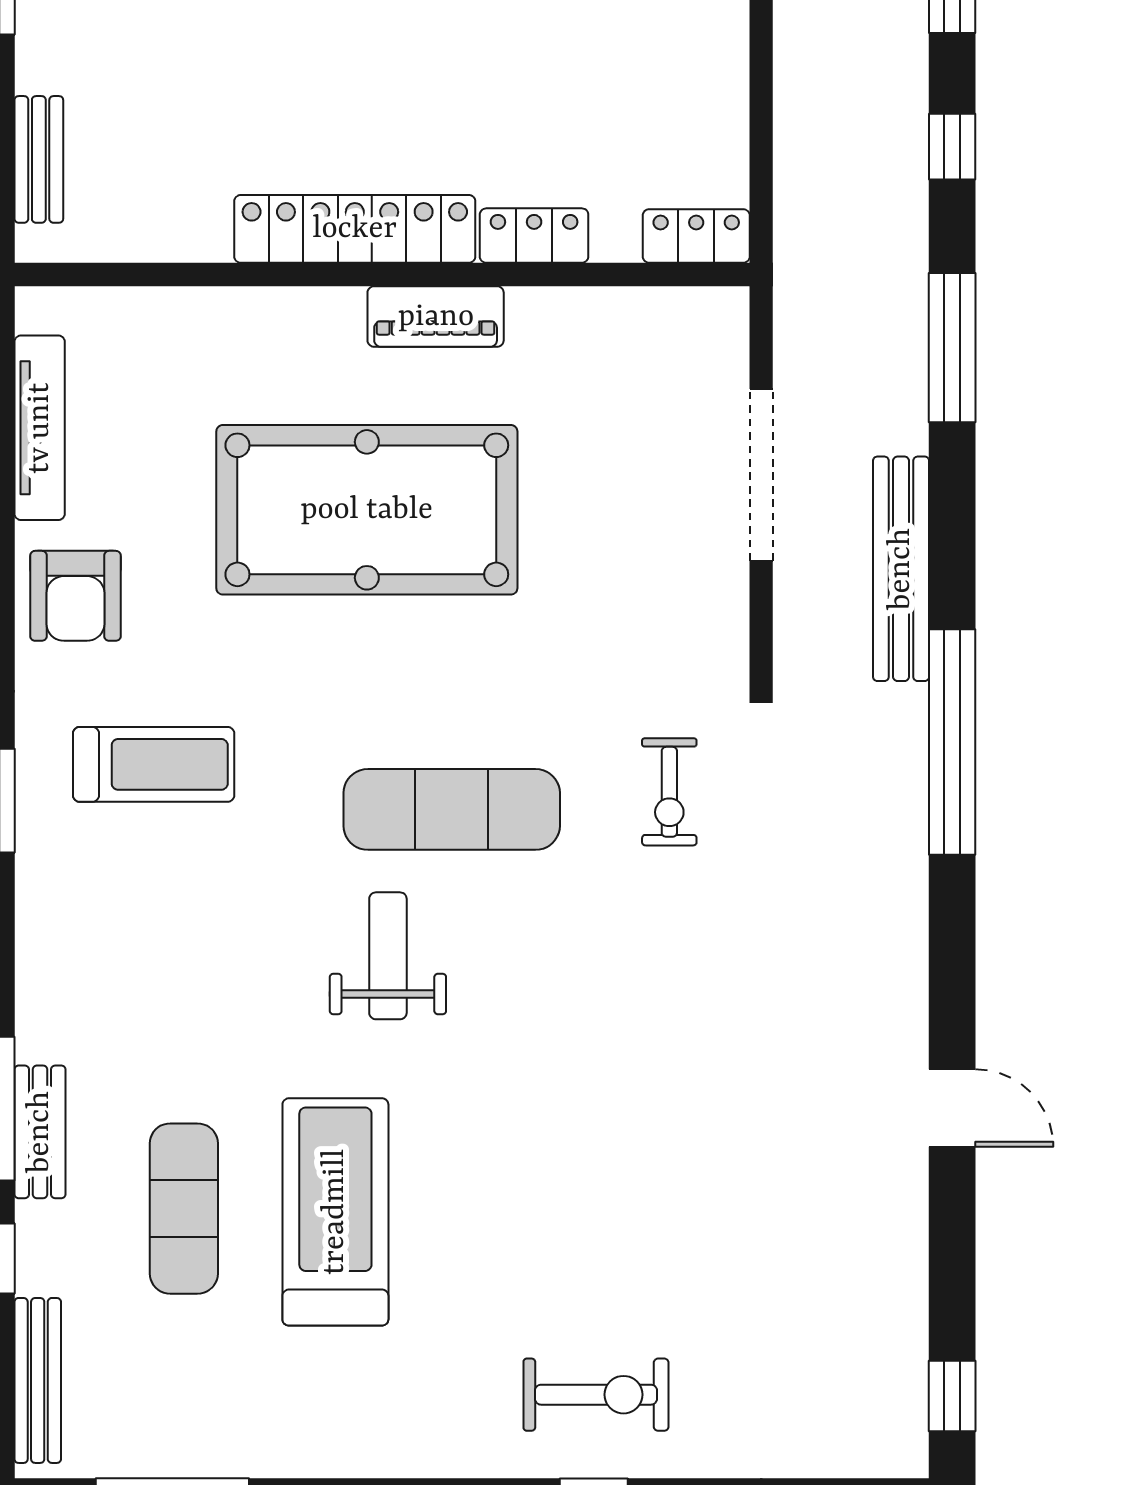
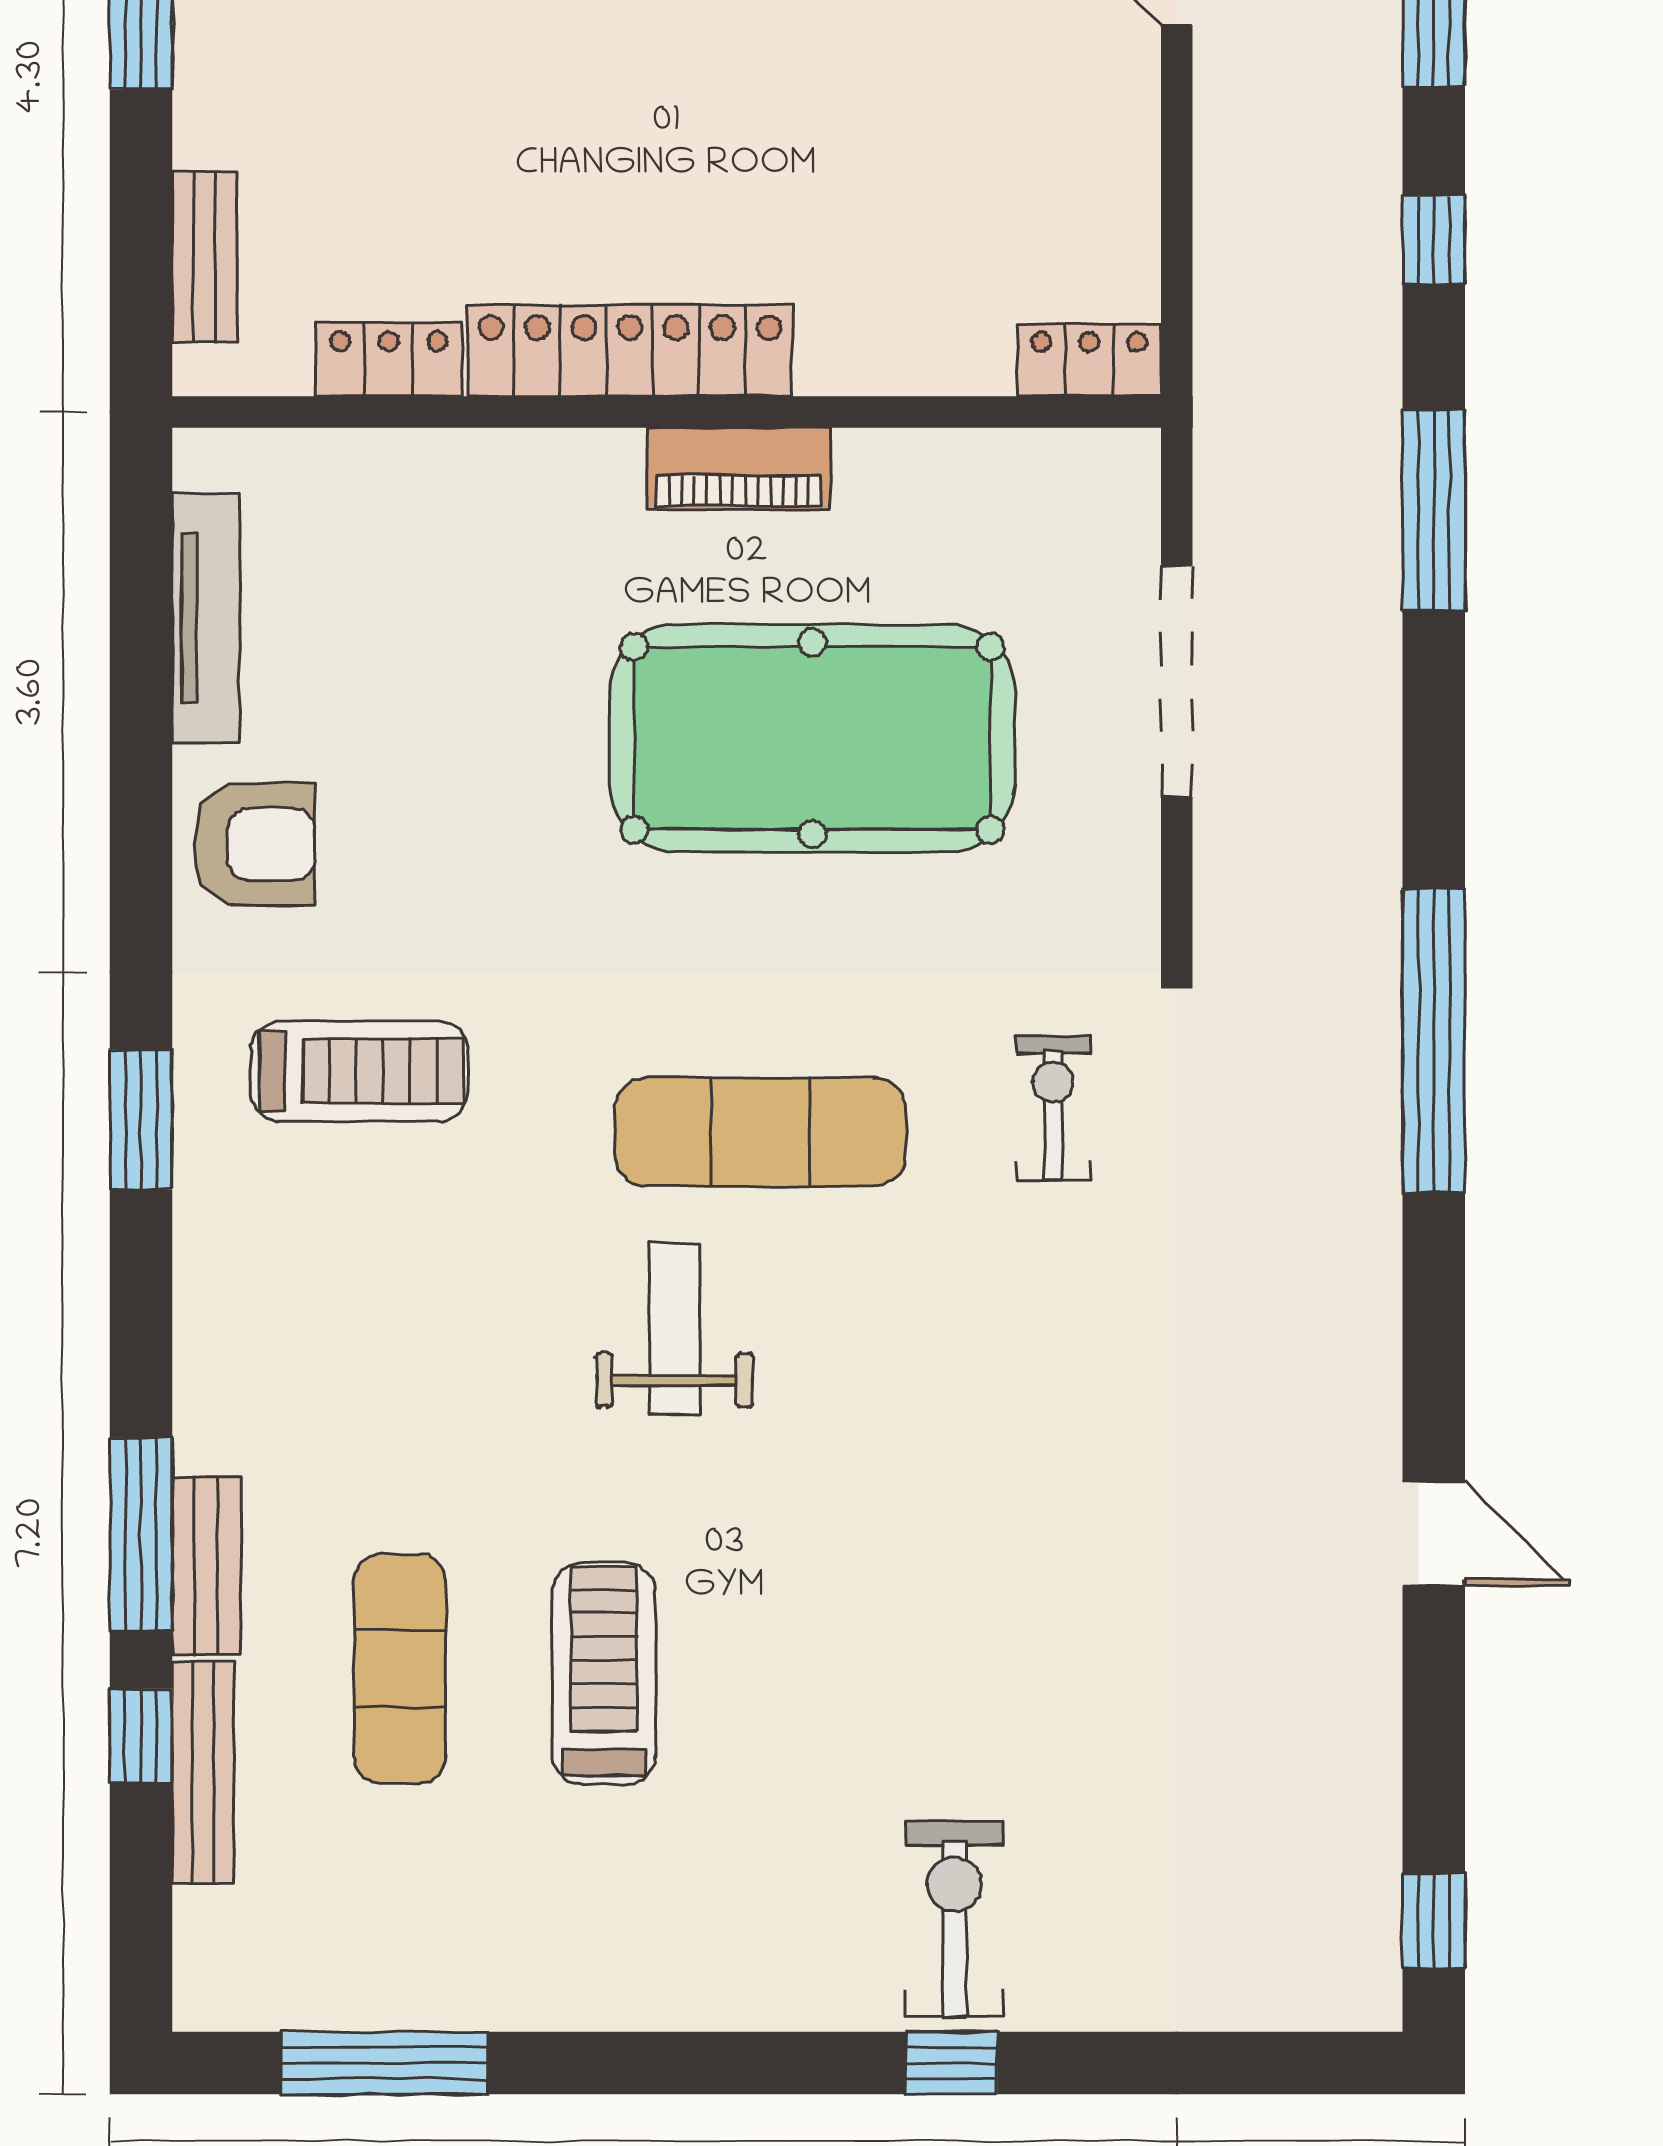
locker: (534, 236) -> (389, 360), moved
pool table: (367, 510) -> (812, 738), moved
bench: (901, 569) -> (1365, 808), removed
armchair: (75, 596) -> (254, 844), turned -90
exercise bike: (669, 792) -> (1053, 1108), turned 180
treadmill: (335, 1212) -> (604, 1673), width x0.73, depth x0.73
bench: (38, 1380) -> (203, 1773), moved
exercise bike: (596, 1395) -> (954, 1919), turned -90

